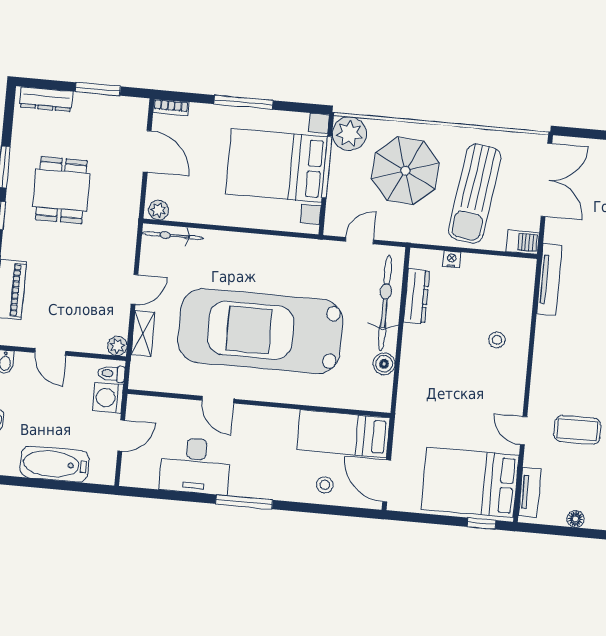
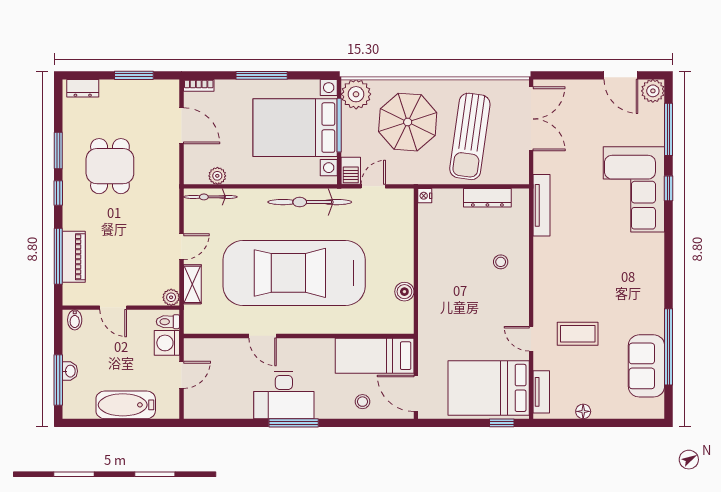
dresser: (46, 99) -> (83, 88), width x0.70
plant: (158, 210) -> (217, 176), moved
barbecue: (523, 242) -> (351, 171), moved, turned 90
nightstand: (452, 259) -> (425, 196), moved, turned -90
dresser: (416, 296) -> (487, 198), moved, turned 90
bicycle: (385, 303) -> (310, 202), moved, turned -90
desk: (195, 466) -> (284, 395), moved

